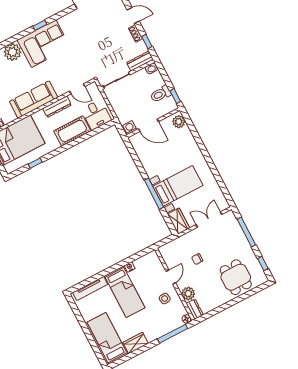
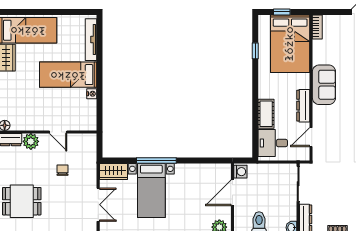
sofa: (34, 99) -> (324, 85), width x0.73
cot: (72, 131) -> (266, 114), width x0.73, depth x0.75
side table: (165, 299) -> (39, 113), removed

